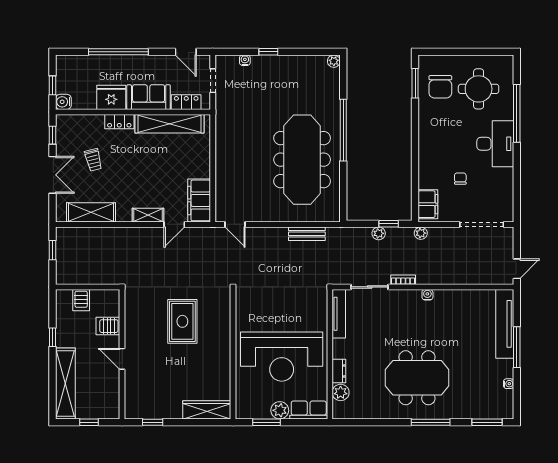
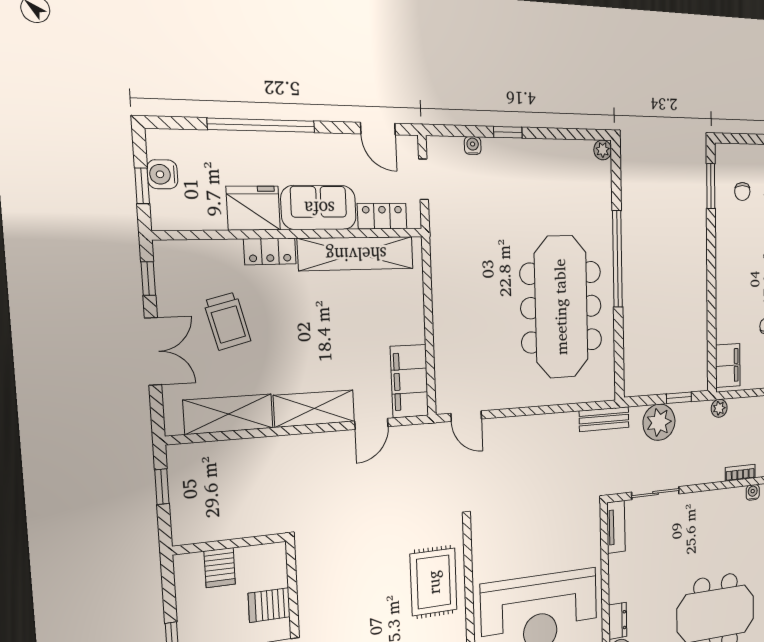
chair: (440, 87) -> (742, 192), width x0.54, depth x0.54
water cooler: (63, 102) -> (162, 174), moved
trolley: (93, 160) -> (227, 321), width x1.36, depth x1.39
shelving: (148, 215) -> (314, 408), width x1.50, depth x1.33
plant: (379, 233) -> (659, 422), width x1.88, depth x1.88
bench: (307, 234) -> (604, 419), moved
bookcase: (403, 280) -> (740, 473), moved
water cooler: (427, 295) -> (753, 492), moved
tv unit: (339, 314) -> (616, 527), width x0.71
rug: (182, 321) -> (434, 582), moved

